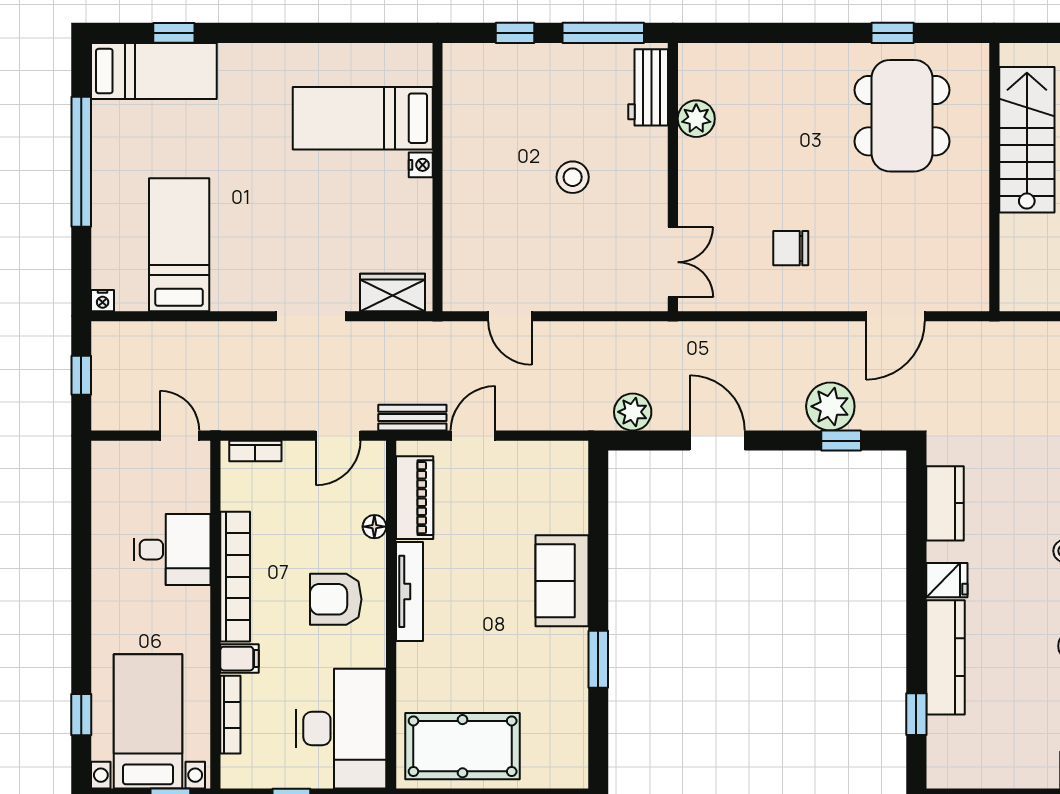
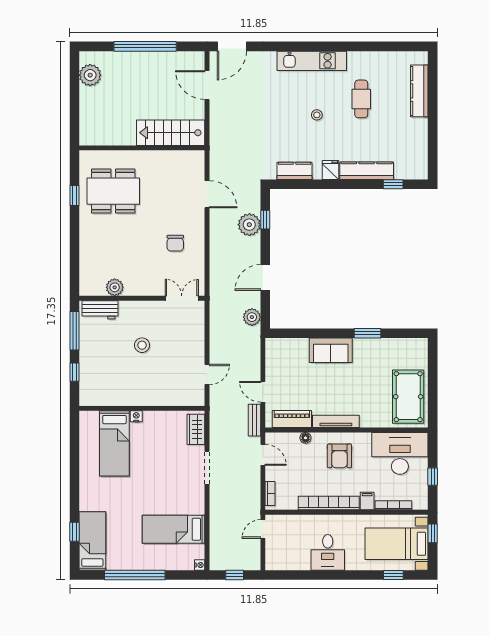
stairs: (1027, 140) -> (171, 133), moved
desk: (172, 550) -> (328, 552), moved, turned 180

